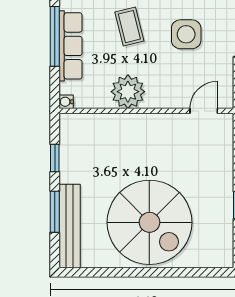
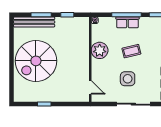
row of seats: (71, 46) -> (127, 22), width x0.68

